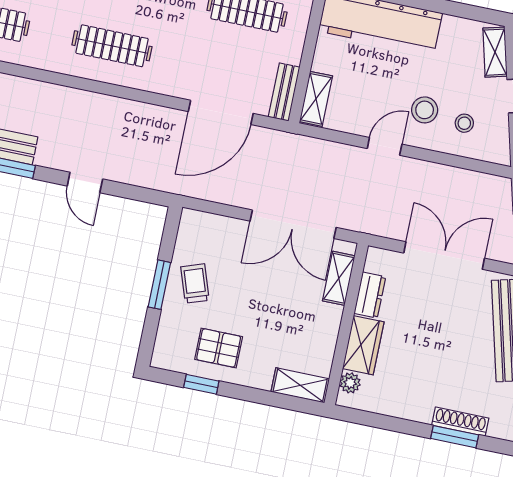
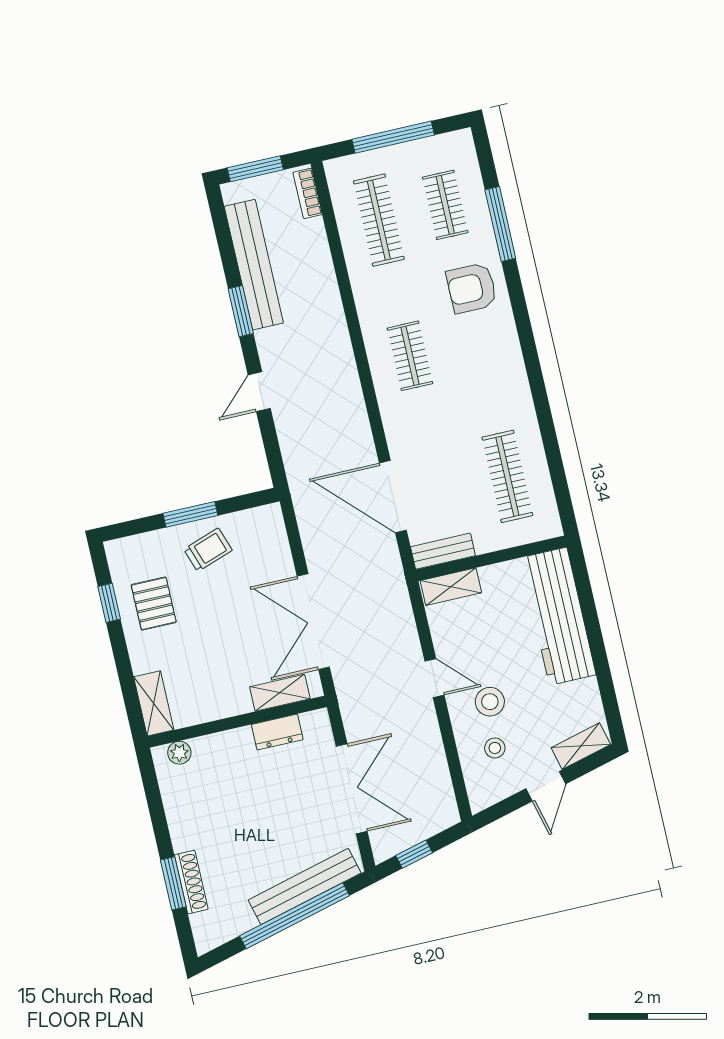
clothes rail: (112, 46) -> (410, 356), width x0.73
wardrobe: (363, 345) -> (224, 749), removed

